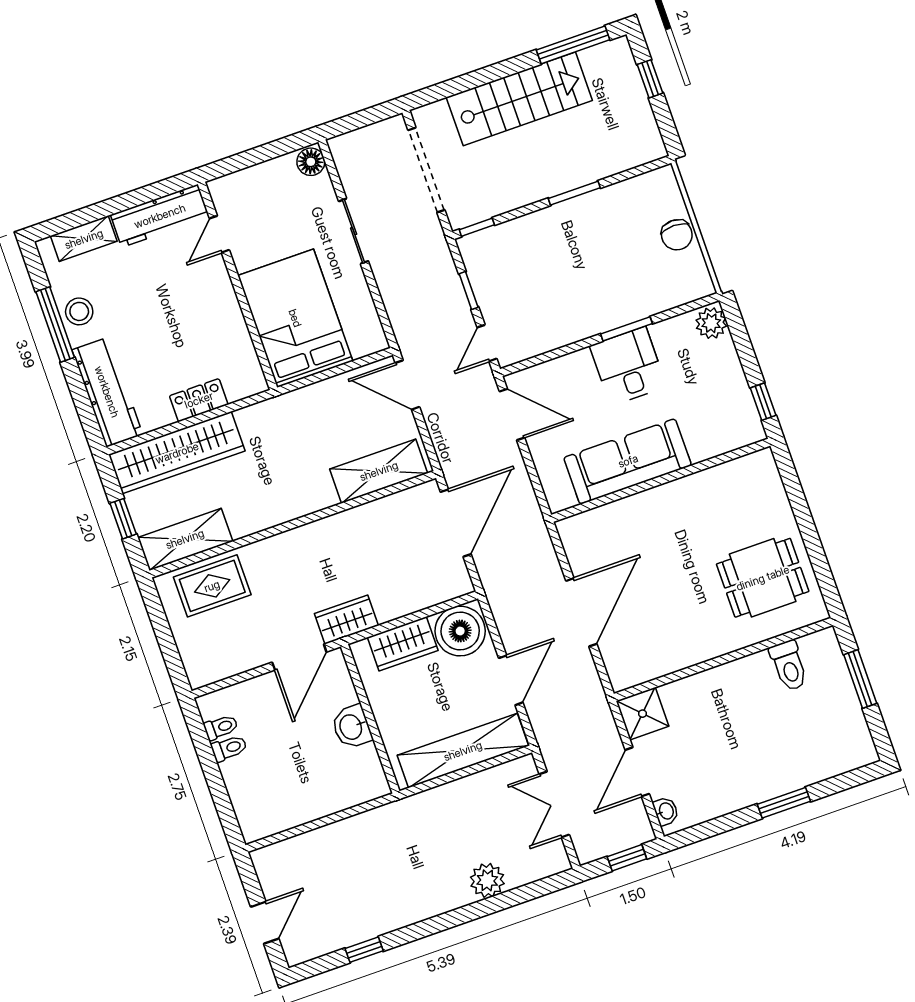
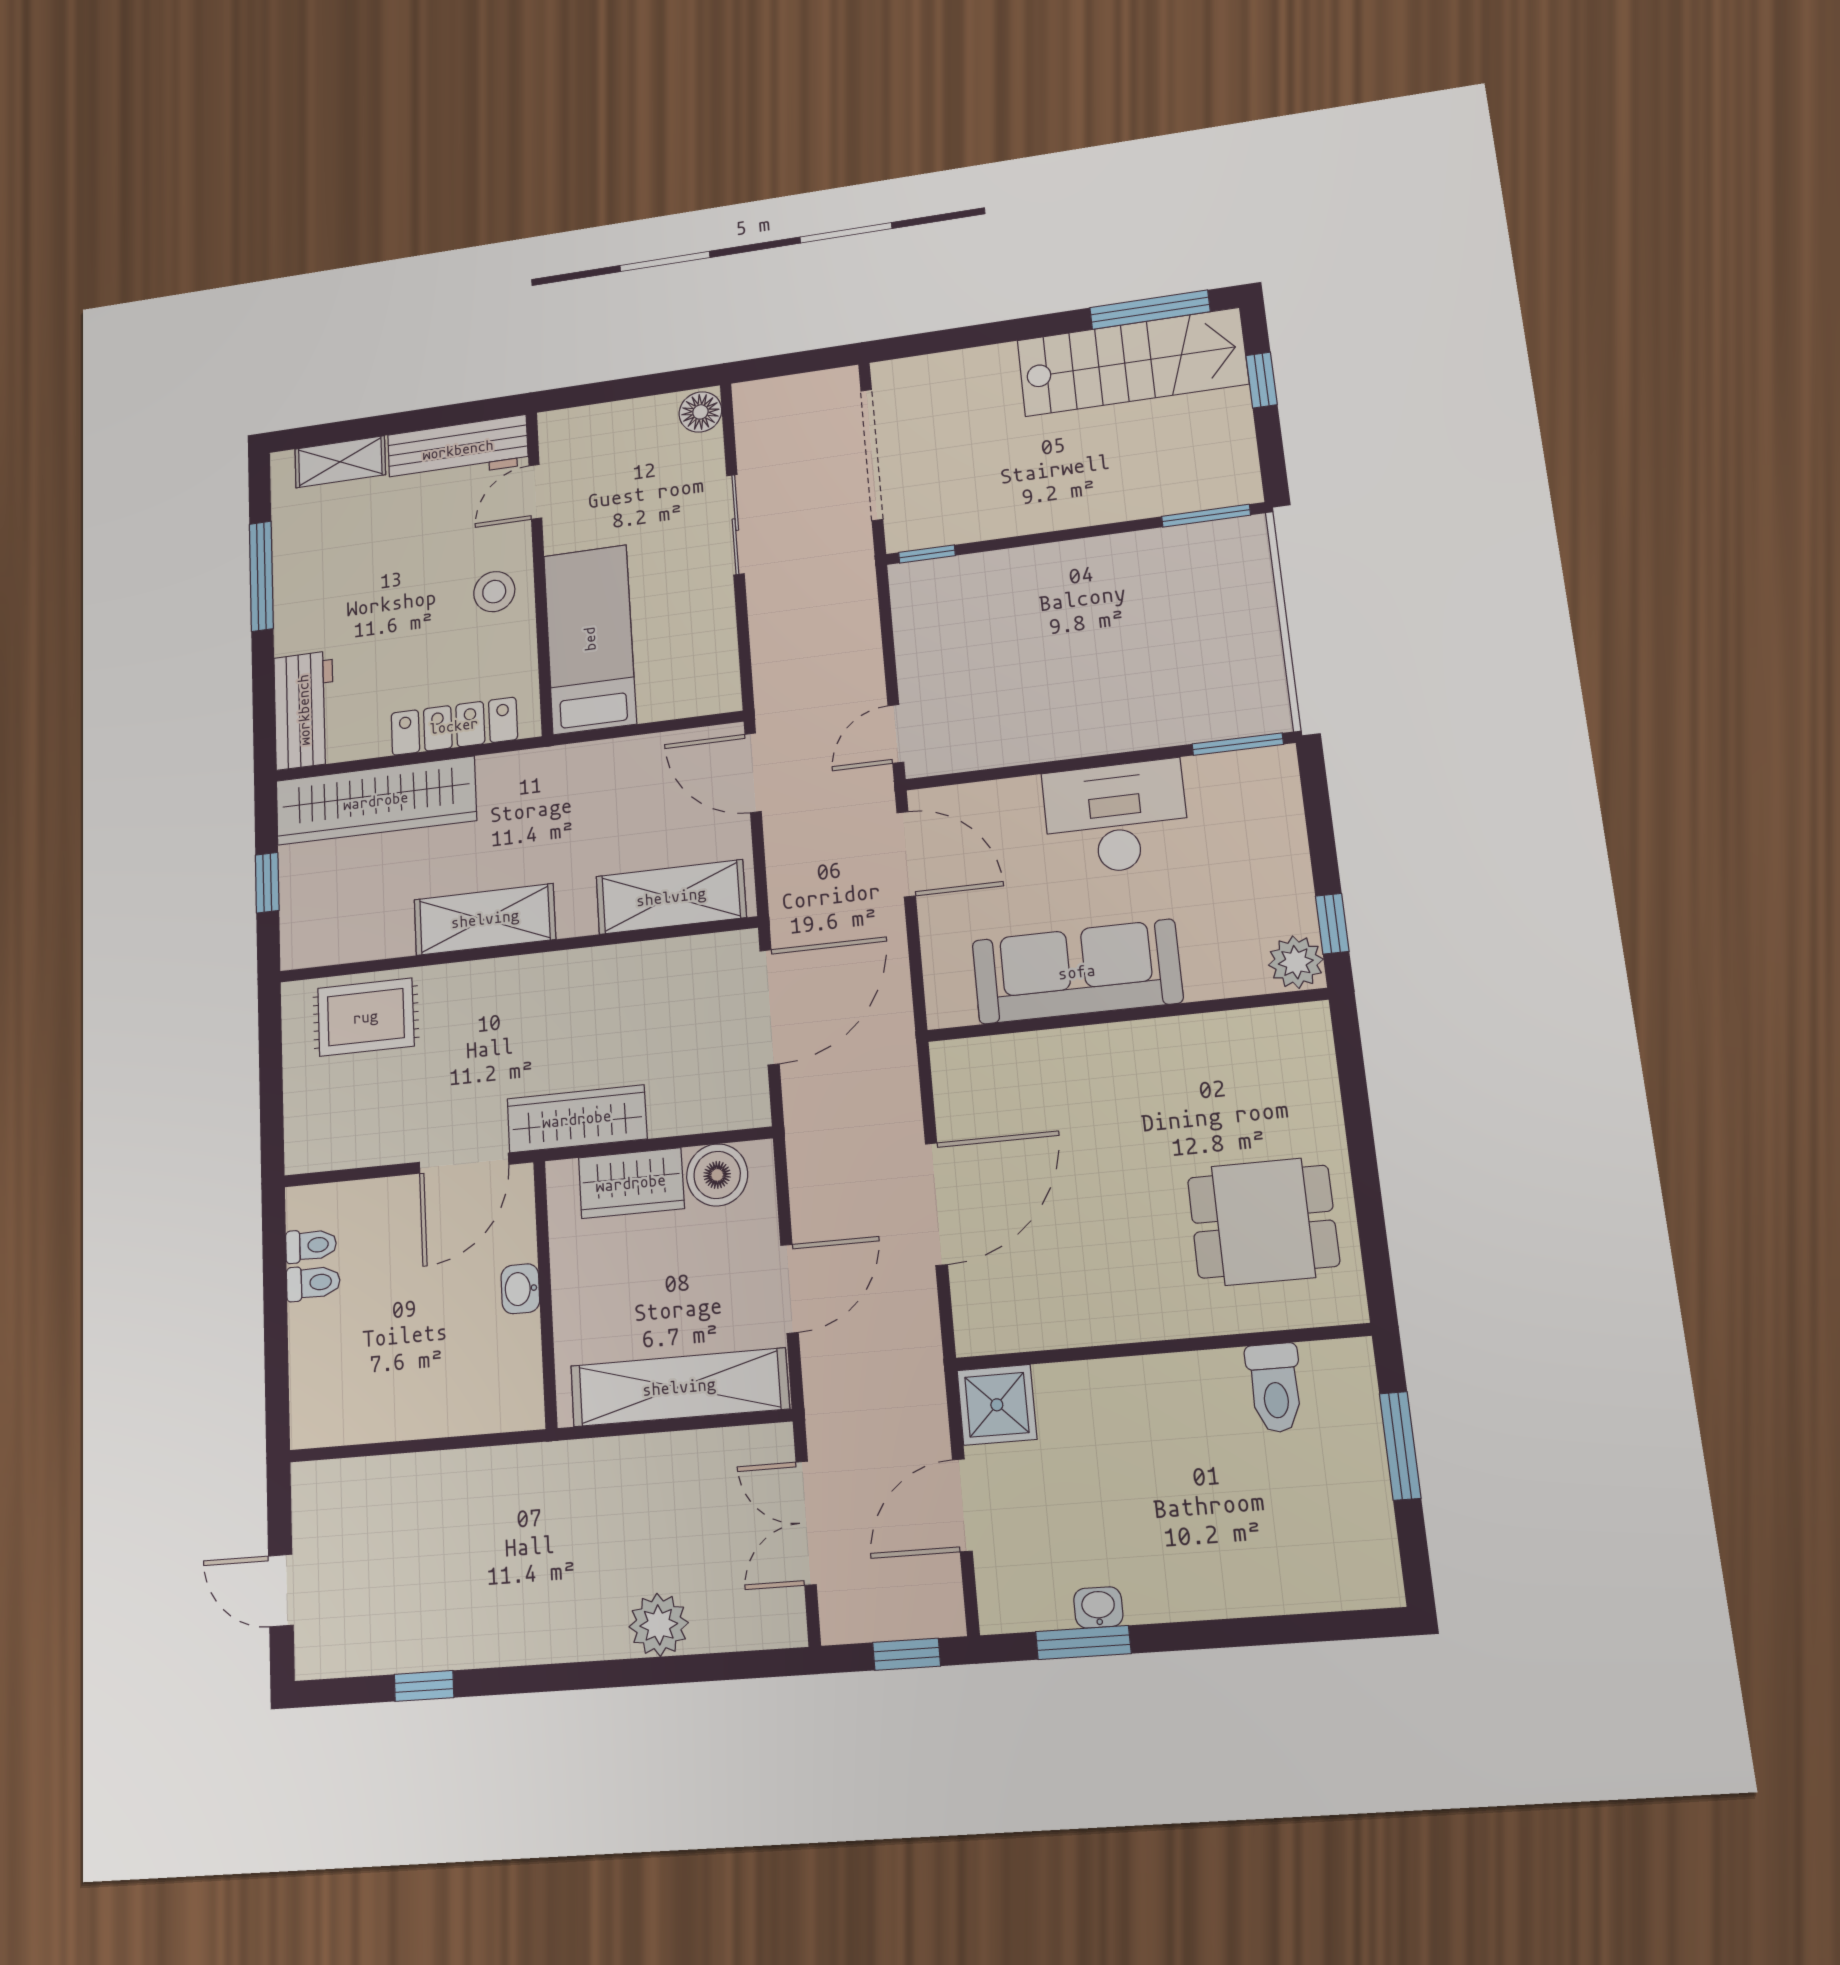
stairs: (519, 99) -> (1132, 362), moved
window: (574, 193) -> (1206, 516), moved
chair: (677, 235) -> (1248, 626), removed
window: (469, 290) -> (888, 647), removed
stool: (79, 311) -> (494, 592), moved
bed: (295, 318) -> (590, 639), width x0.67
plant: (711, 323) -> (1296, 962), moved
window: (627, 329) -> (1238, 744), moved
desk: (628, 366) -> (1116, 818), width x1.37
workbench: (107, 392) -> (304, 710), width x0.73
locker: (199, 400) -> (454, 726), width x1.53
shelving: (185, 539) -> (485, 919), moved
wardrobe: (346, 620) -> (577, 1119), width x1.50
boiler: (460, 631) -> (717, 1175), width x0.73, depth x0.73
washbasin: (352, 727) -> (520, 1289), width x0.72, depth x0.69
window: (784, 803) -> (1083, 1643), moved
washbasin: (666, 811) -> (1098, 1607), moved, turned -90
door: (265, 923) -> (281, 1590), swing flipped

